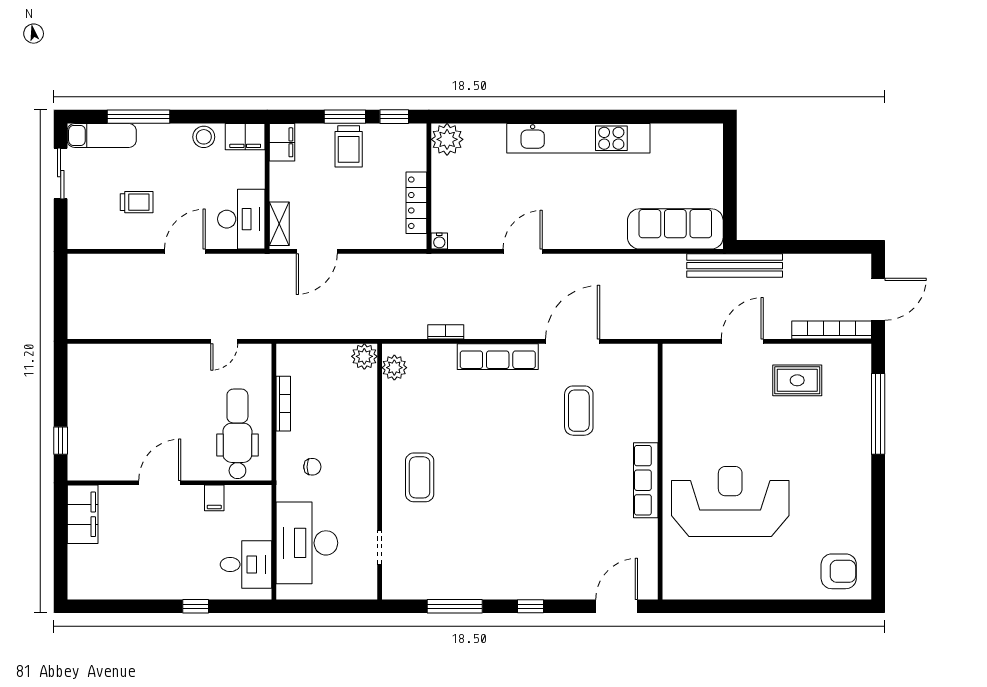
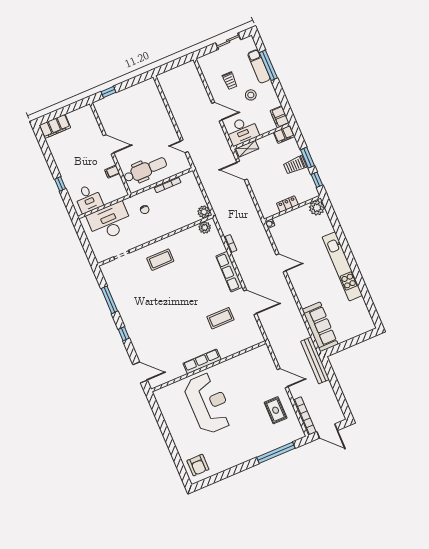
exam couch: (102, 135) -> (259, 66), moved
stool: (204, 137) -> (251, 95), moved
locker: (416, 203) -> (287, 204), width x0.66
filing cabinet: (83, 514) -> (55, 126), moved

